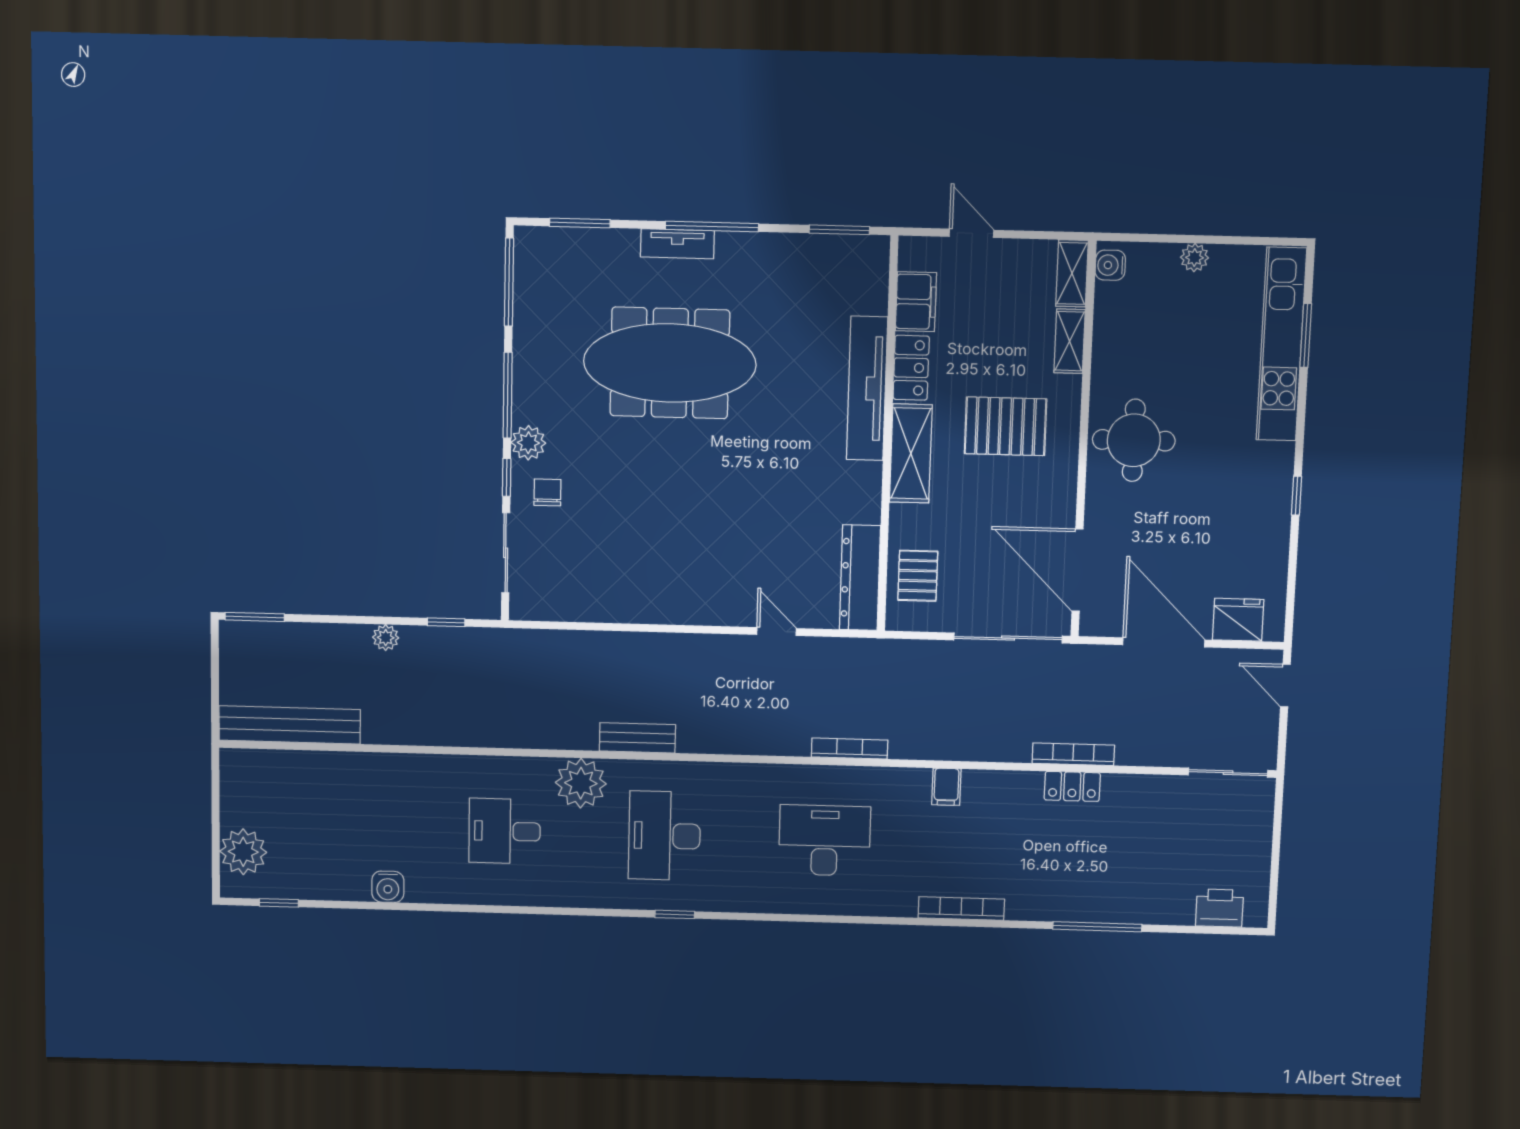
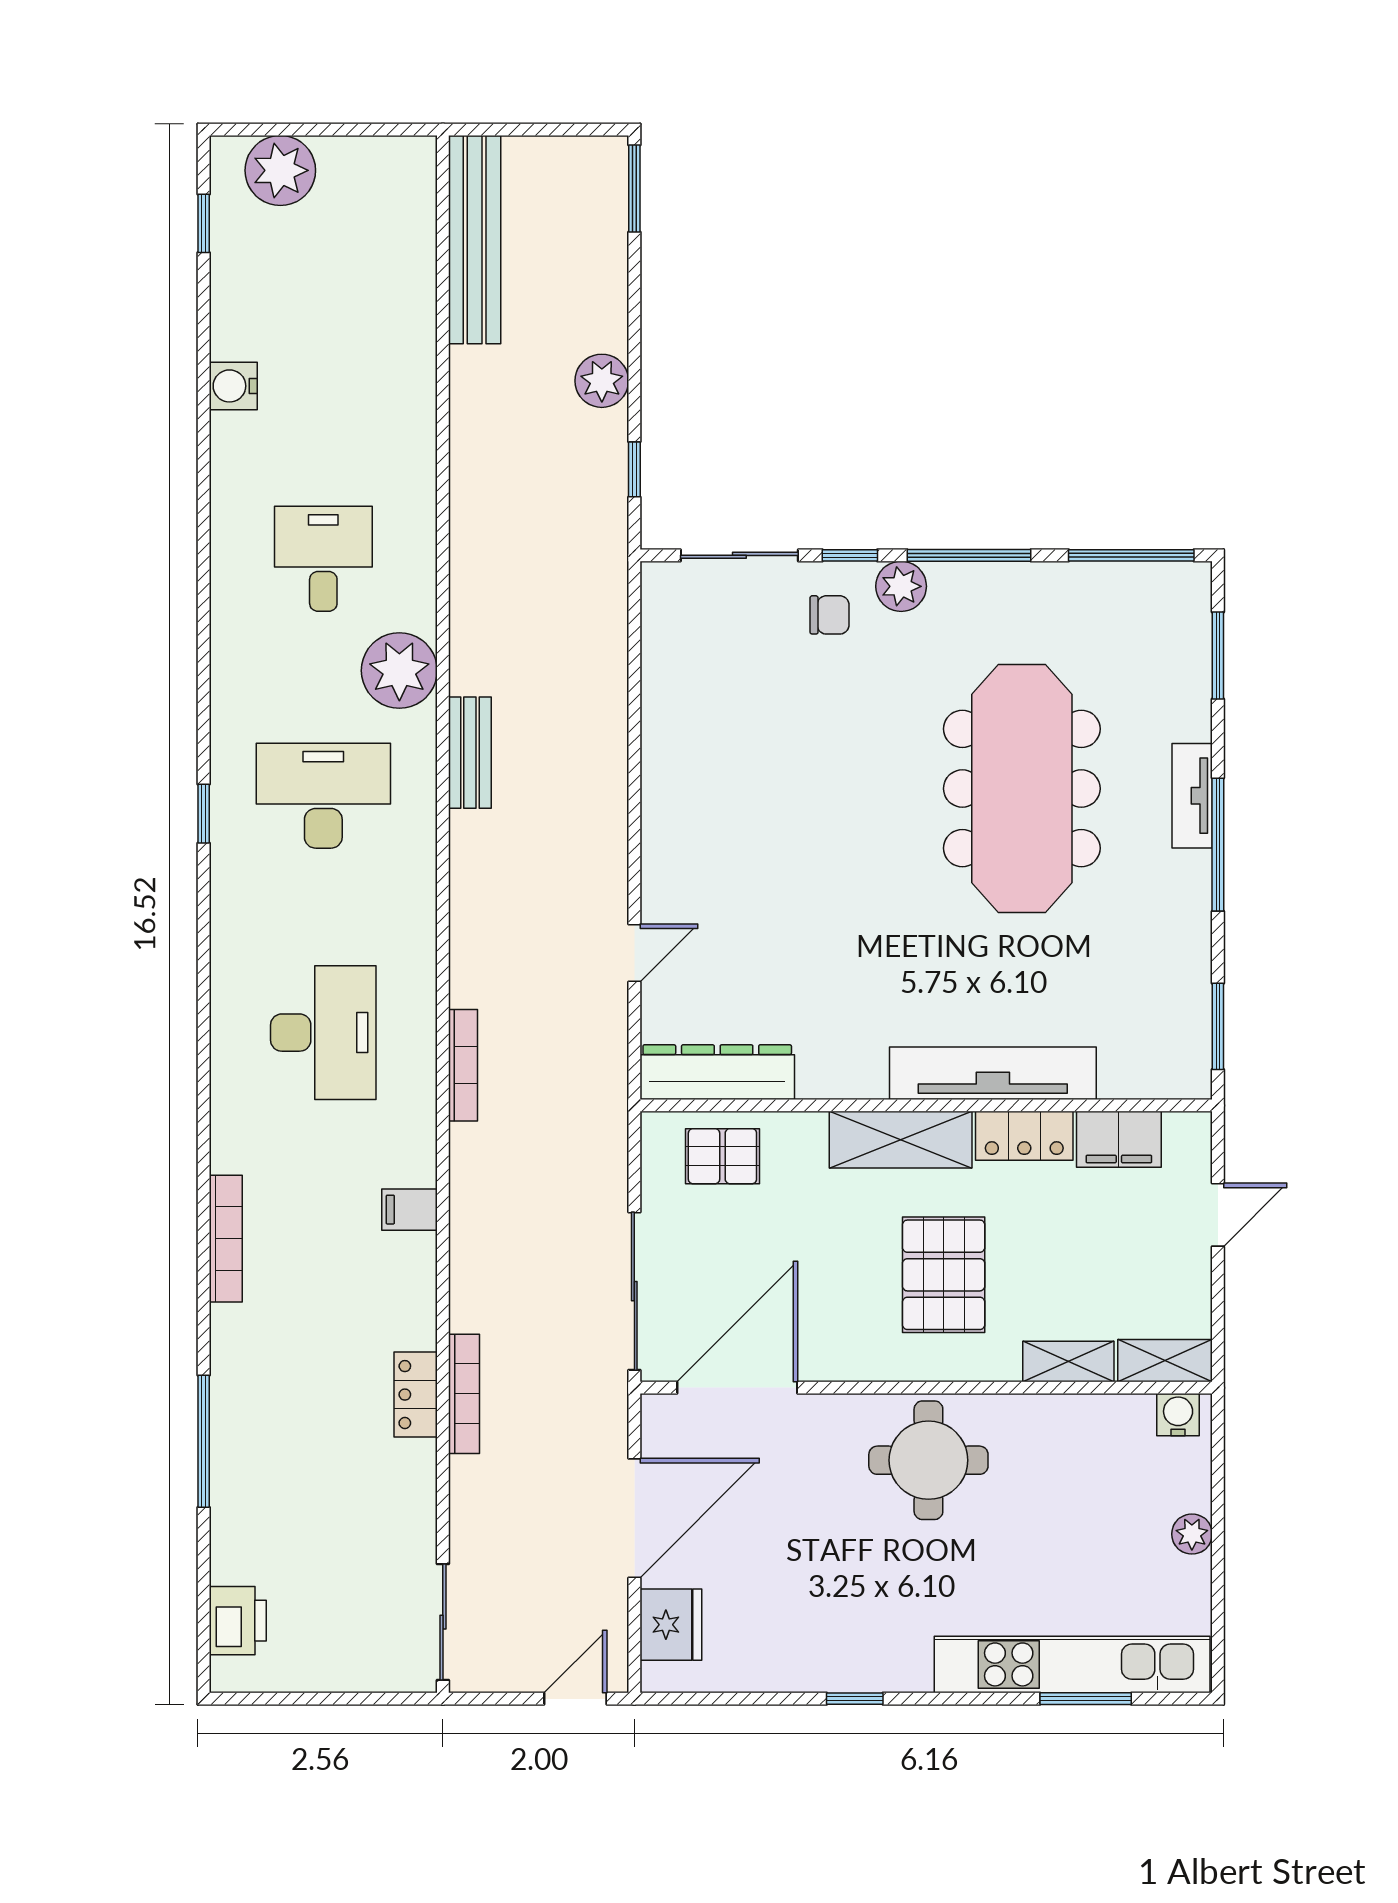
plant: (386, 638) -> (602, 381), width x1.38, depth x1.38

